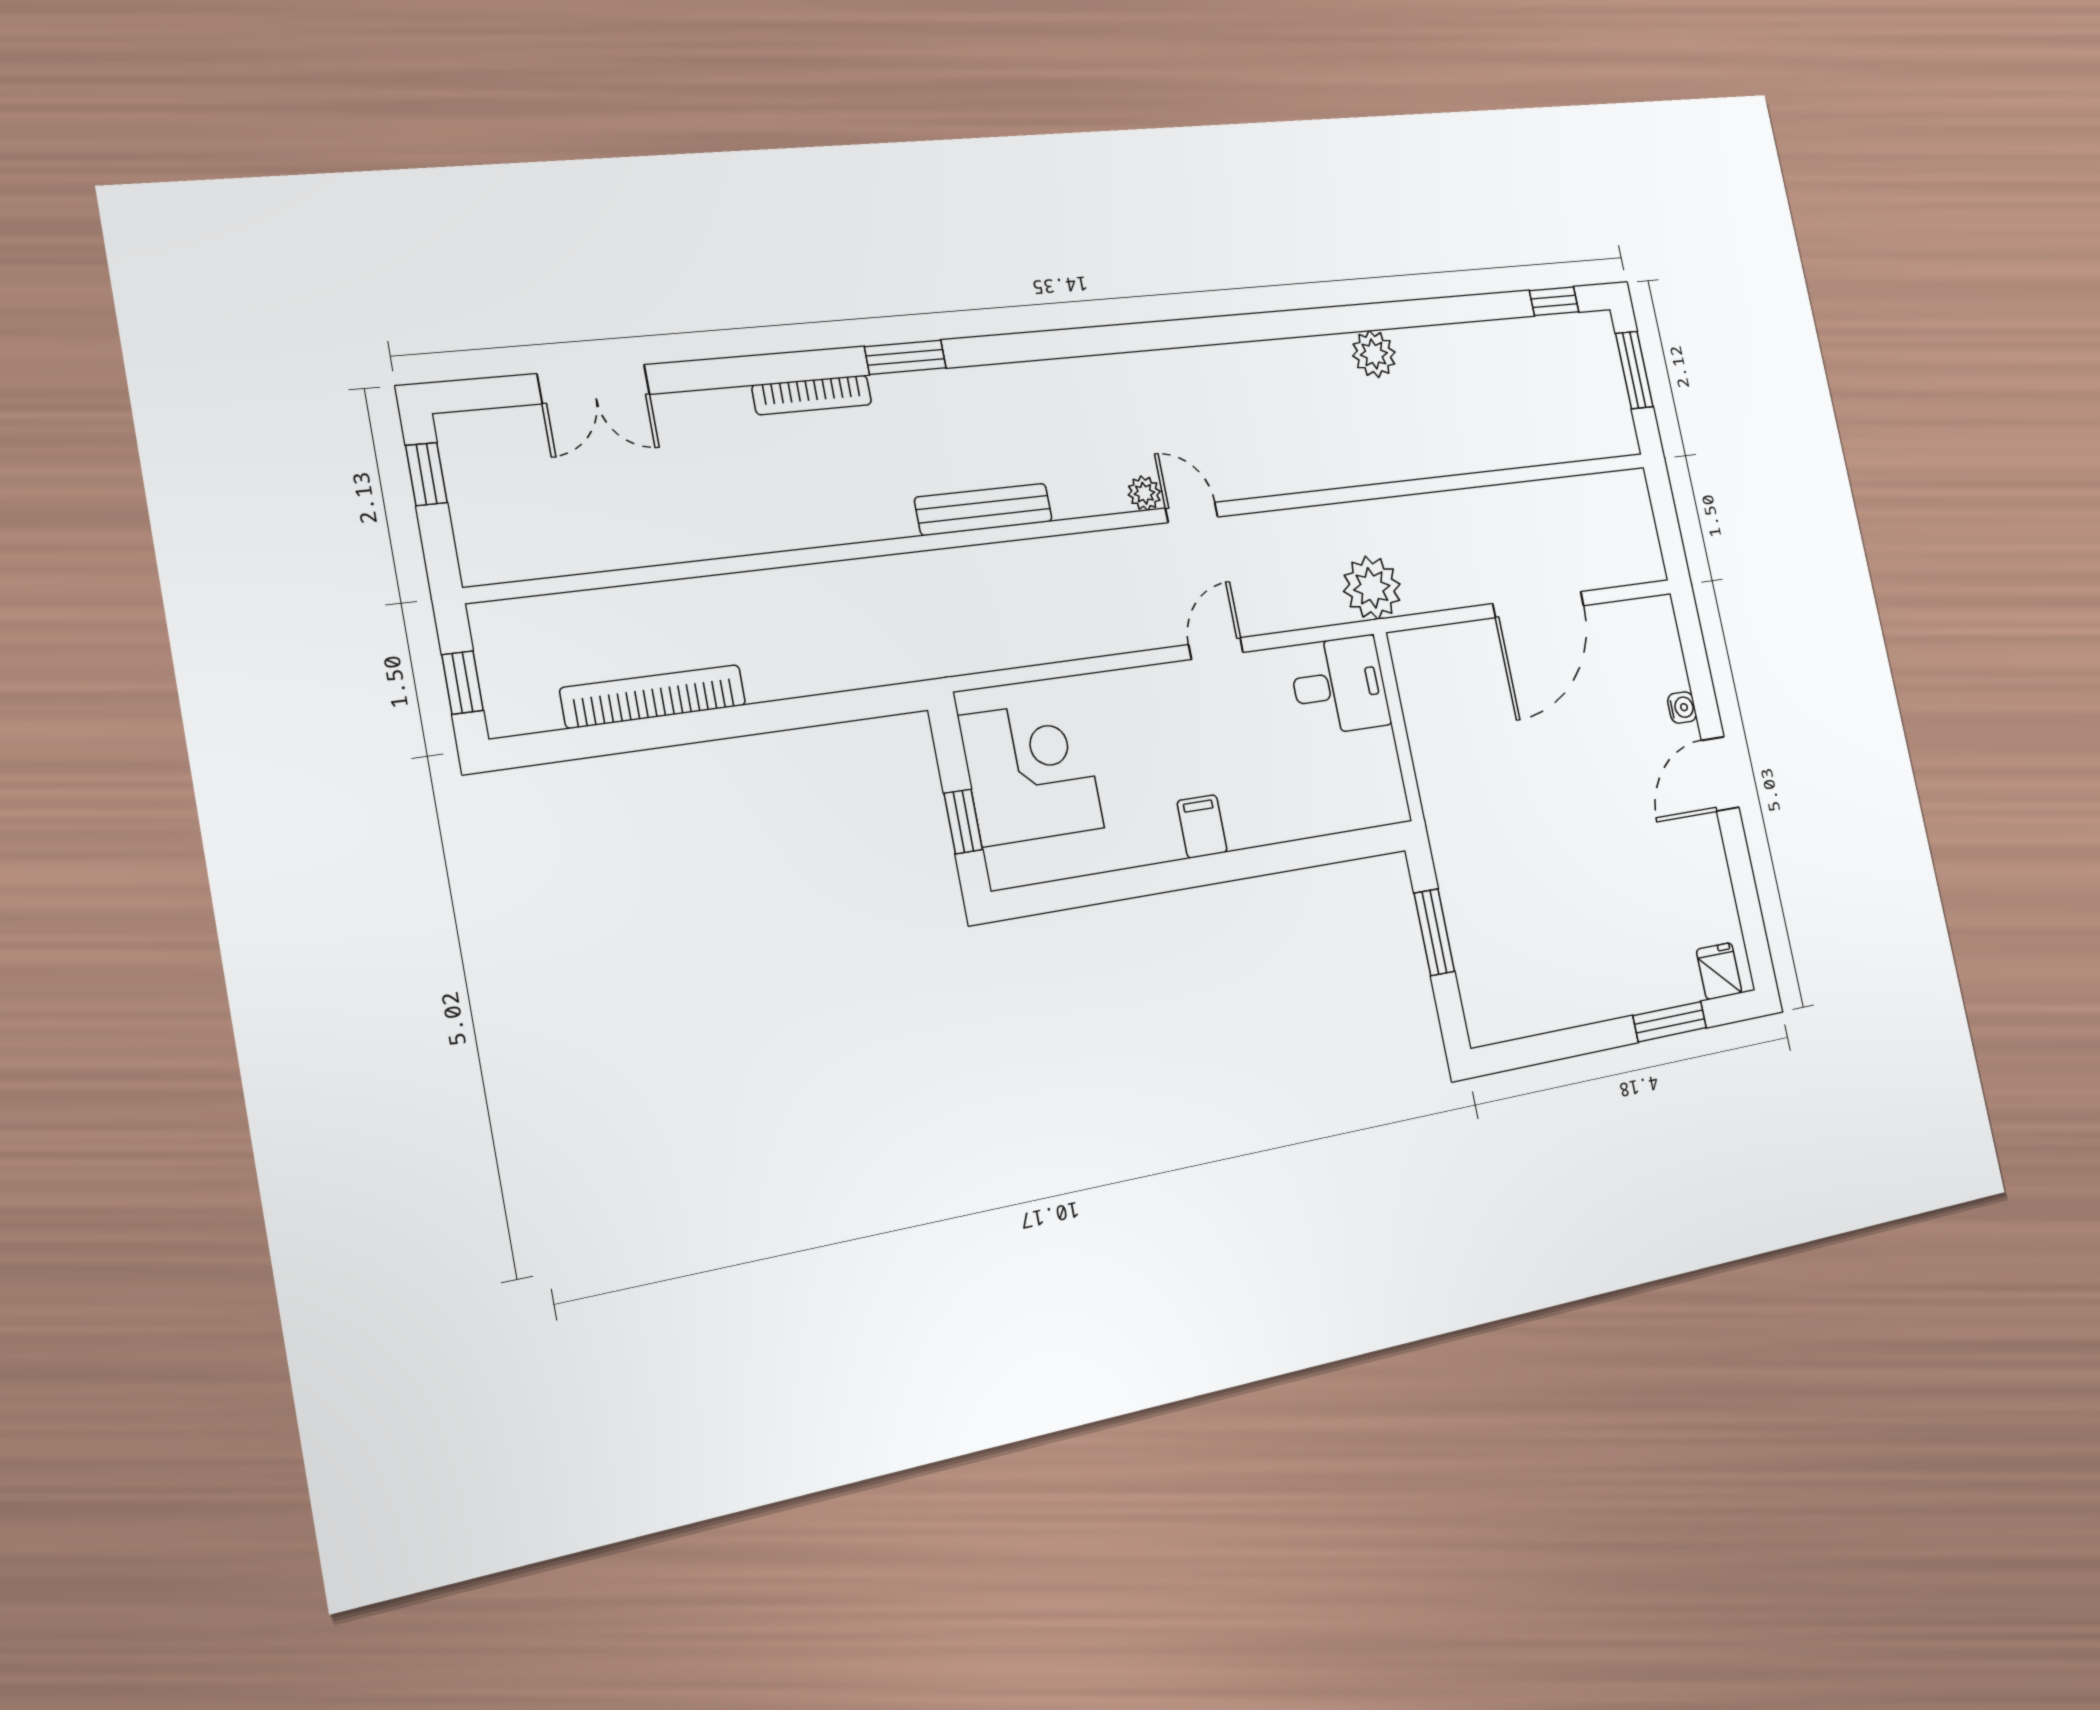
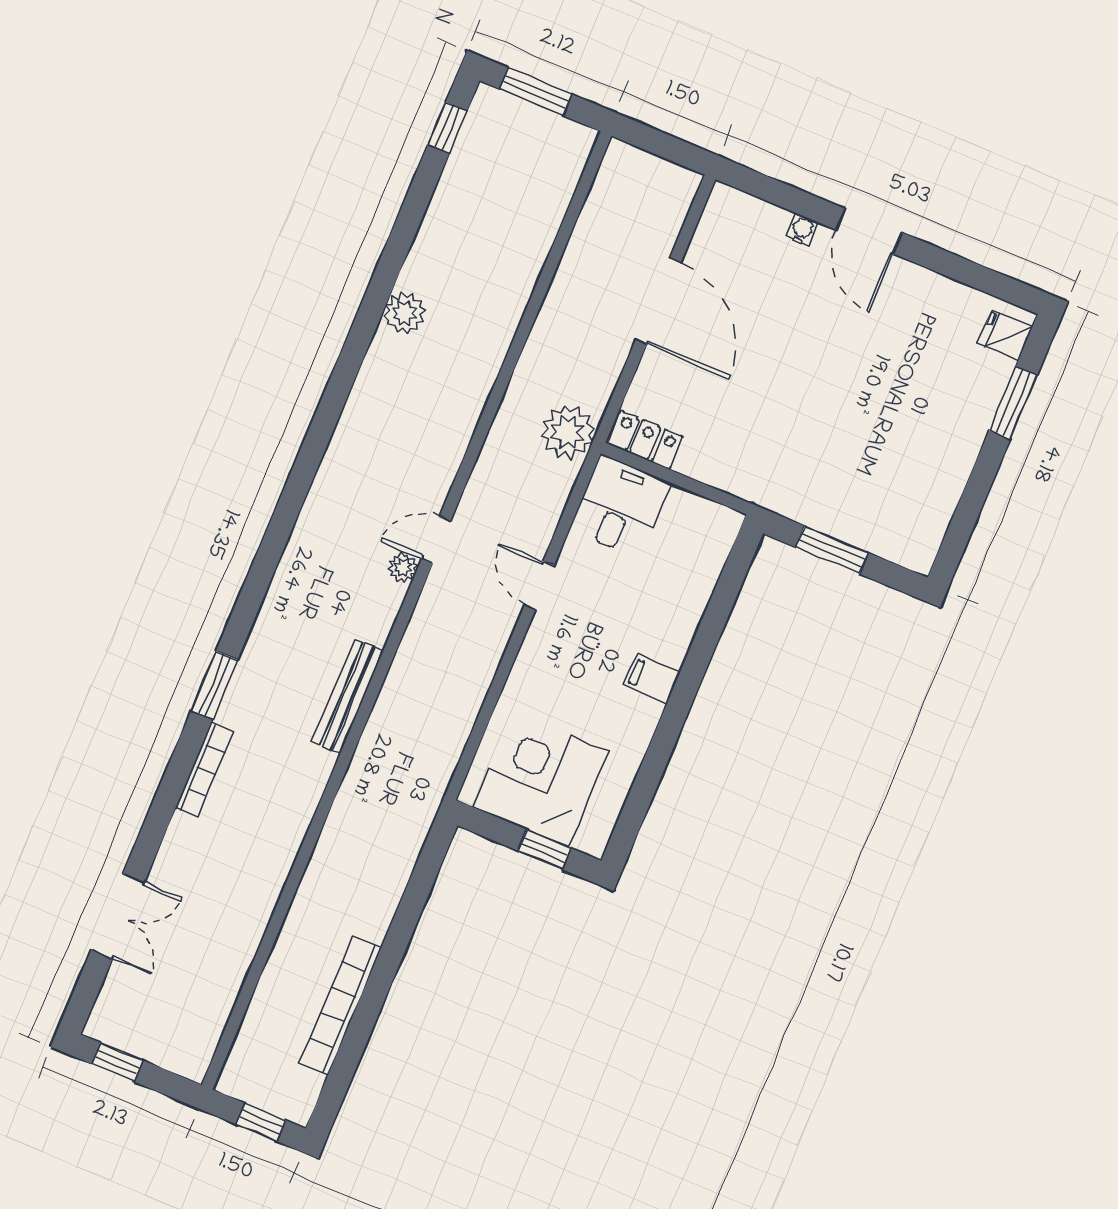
locker: (1413, 672) -> (645, 440), added

